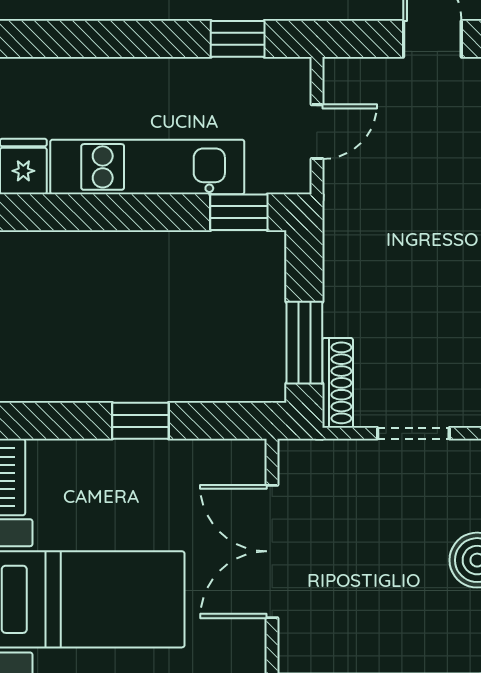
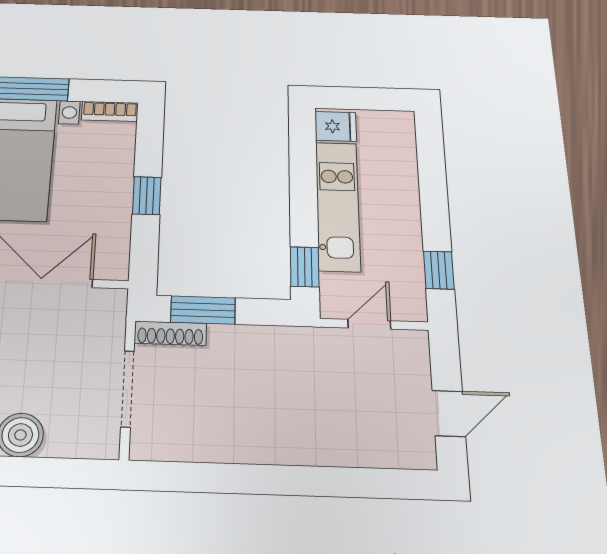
door: (317, 132) -> (369, 324), swing flipped
doorway: (413, 433) -> (127, 389), width x1.38

